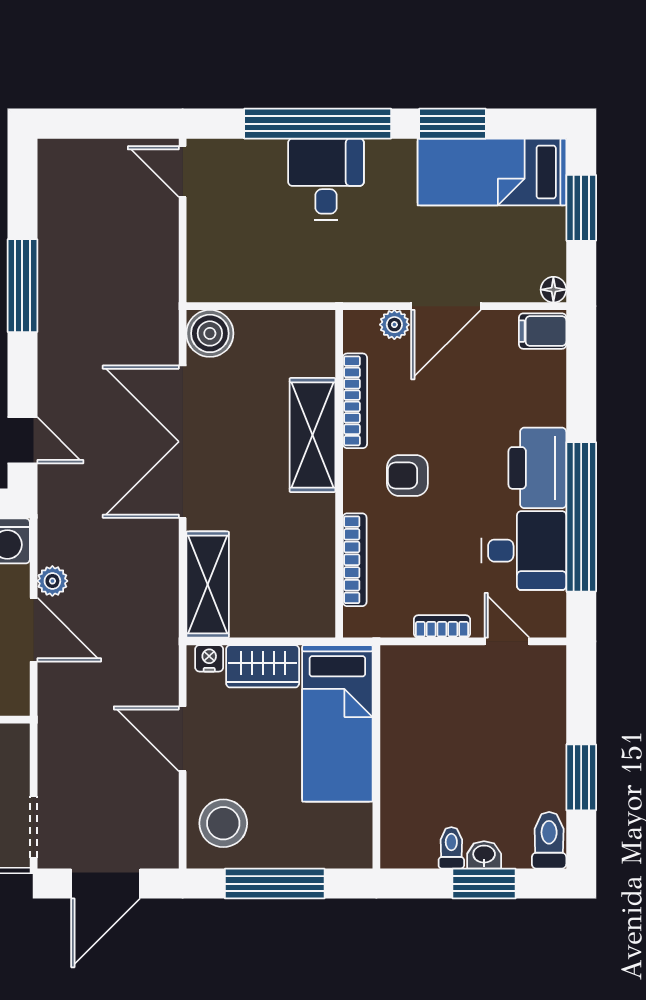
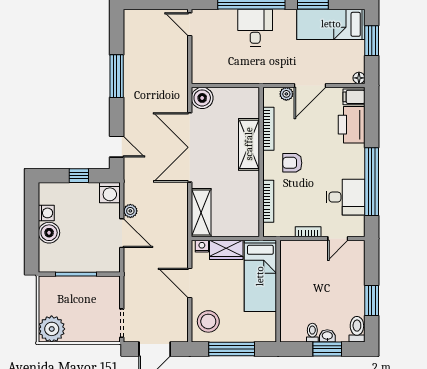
printer: (537, 468) -> (352, 125), moved
door: (507, 641) -> (338, 238), swing flipped

